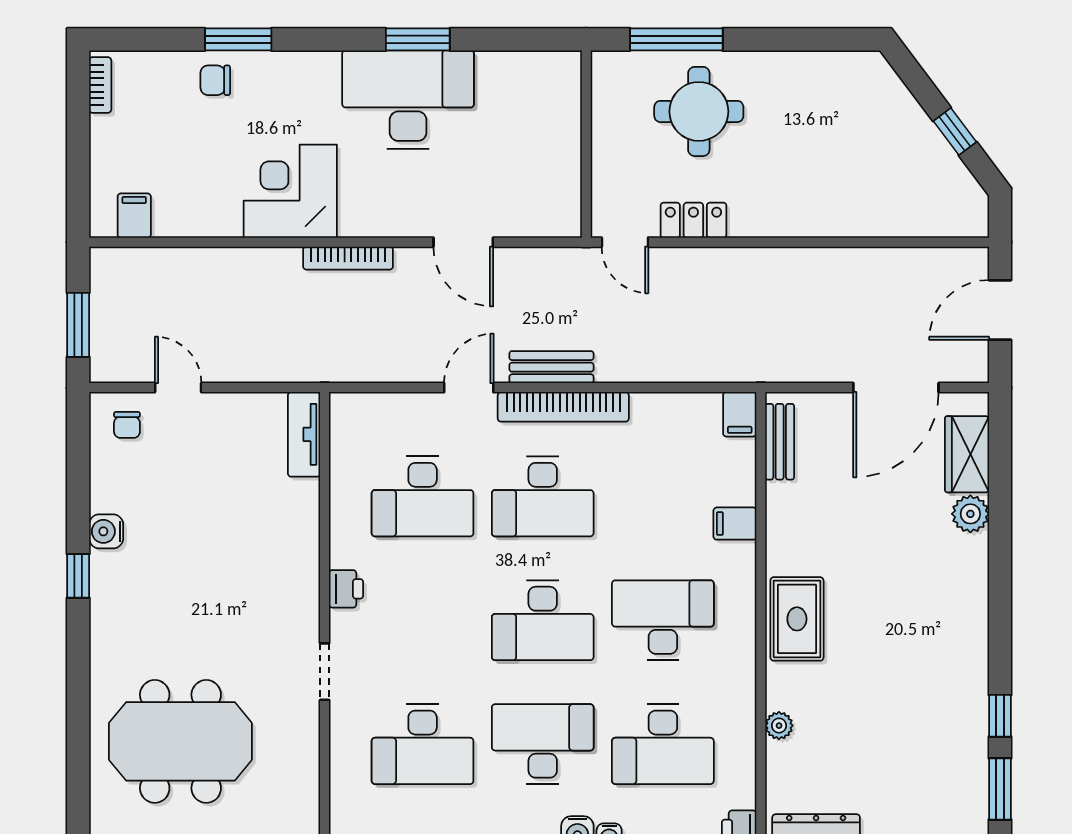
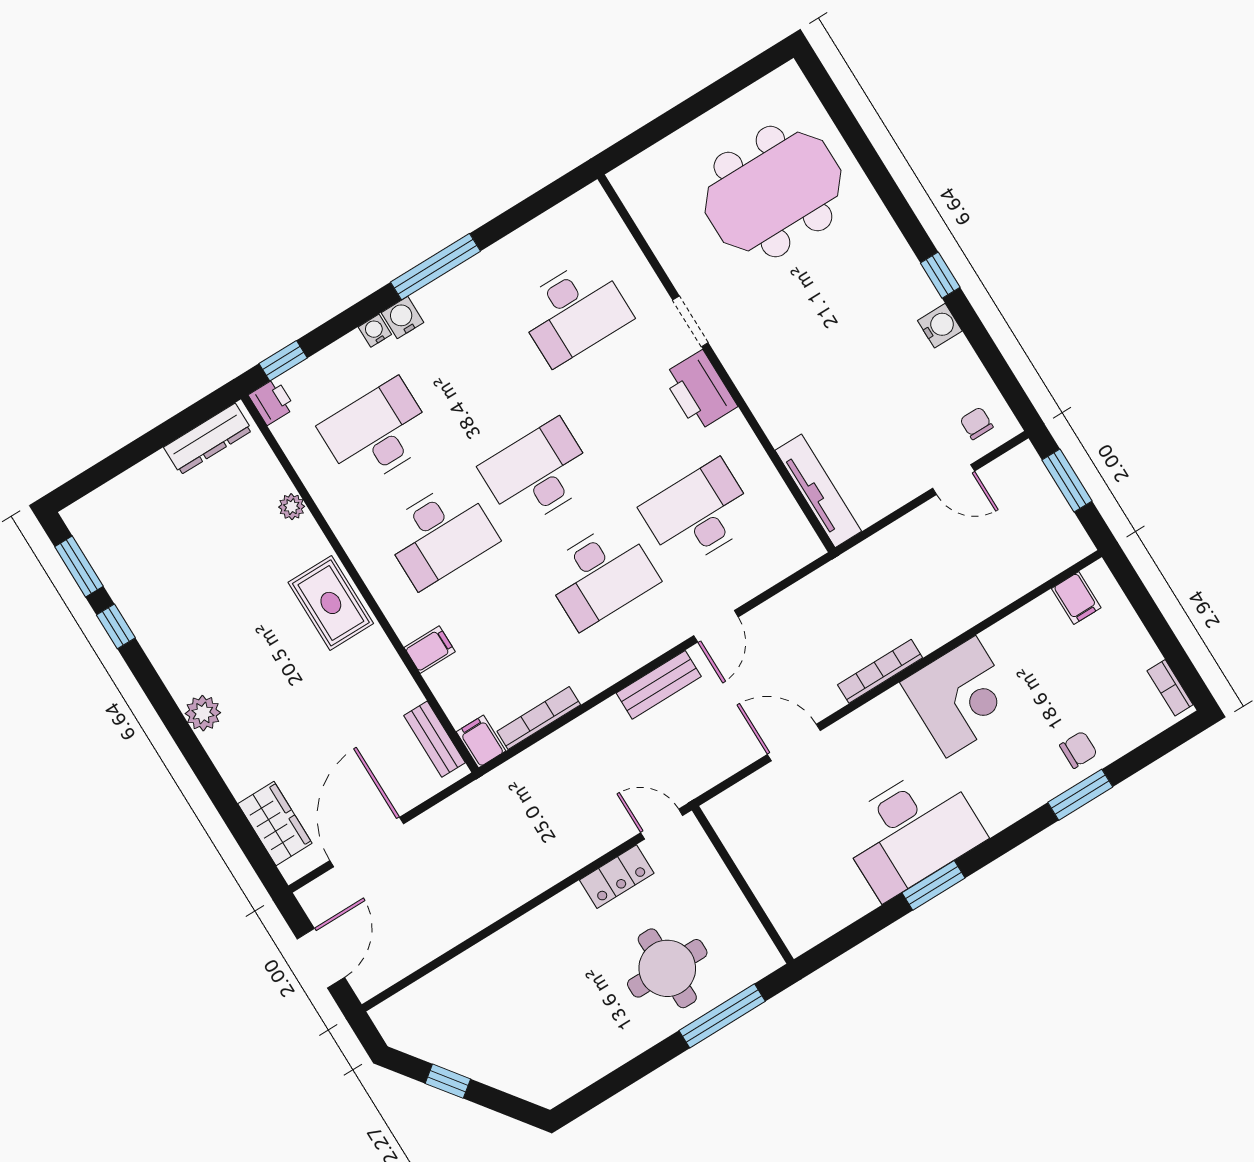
bookcase: (563, 407) -> (539, 718), moved, width x0.68, depth x0.76
tv unit: (304, 434) -> (818, 491), width x1.41
desk: (543, 496) -> (601, 575), turned 180
plant: (970, 514) -> (203, 713), moved
printer: (346, 589) -> (700, 391), width x1.87, depth x1.48
desk: (423, 744) -> (574, 312), turned 180
desk: (543, 744) -> (475, 372), removed

